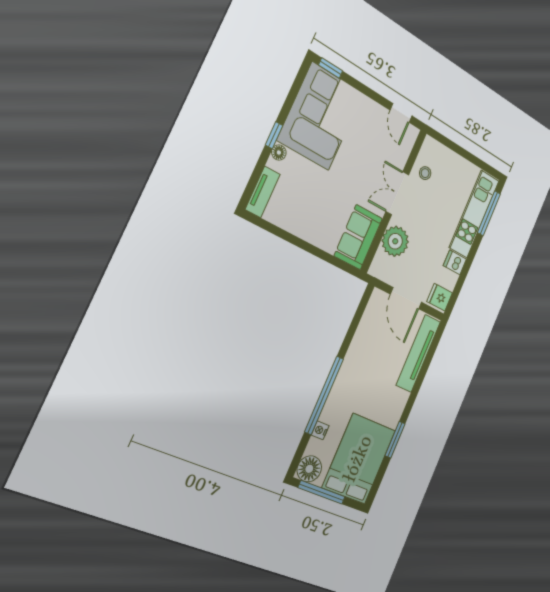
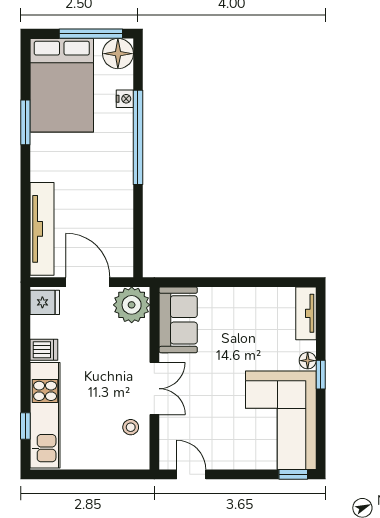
window: (489, 213) -> (25, 426), width x0.46
plant: (395, 241) -> (132, 305), moved

